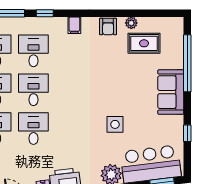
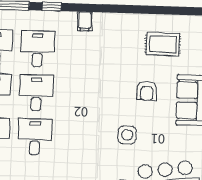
plant: (131, 23) -> (149, 21), removed
armchair: (108, 26) -> (147, 91), moved

